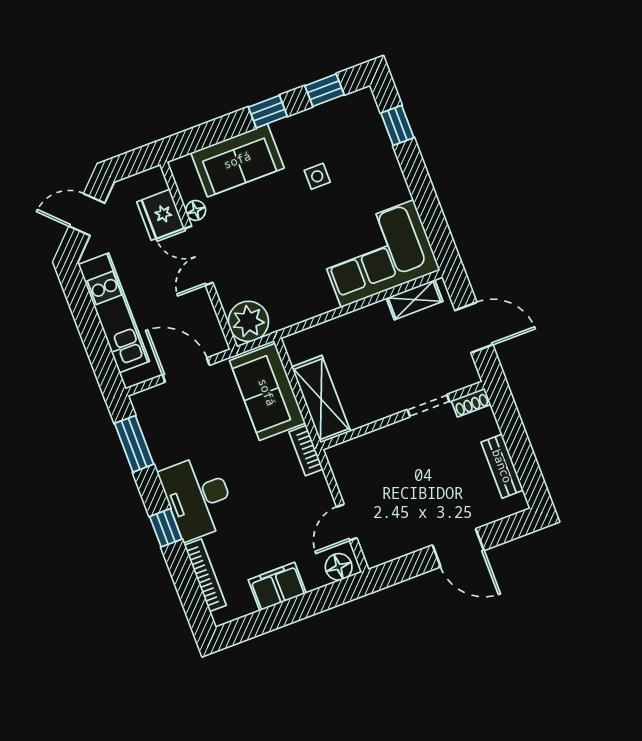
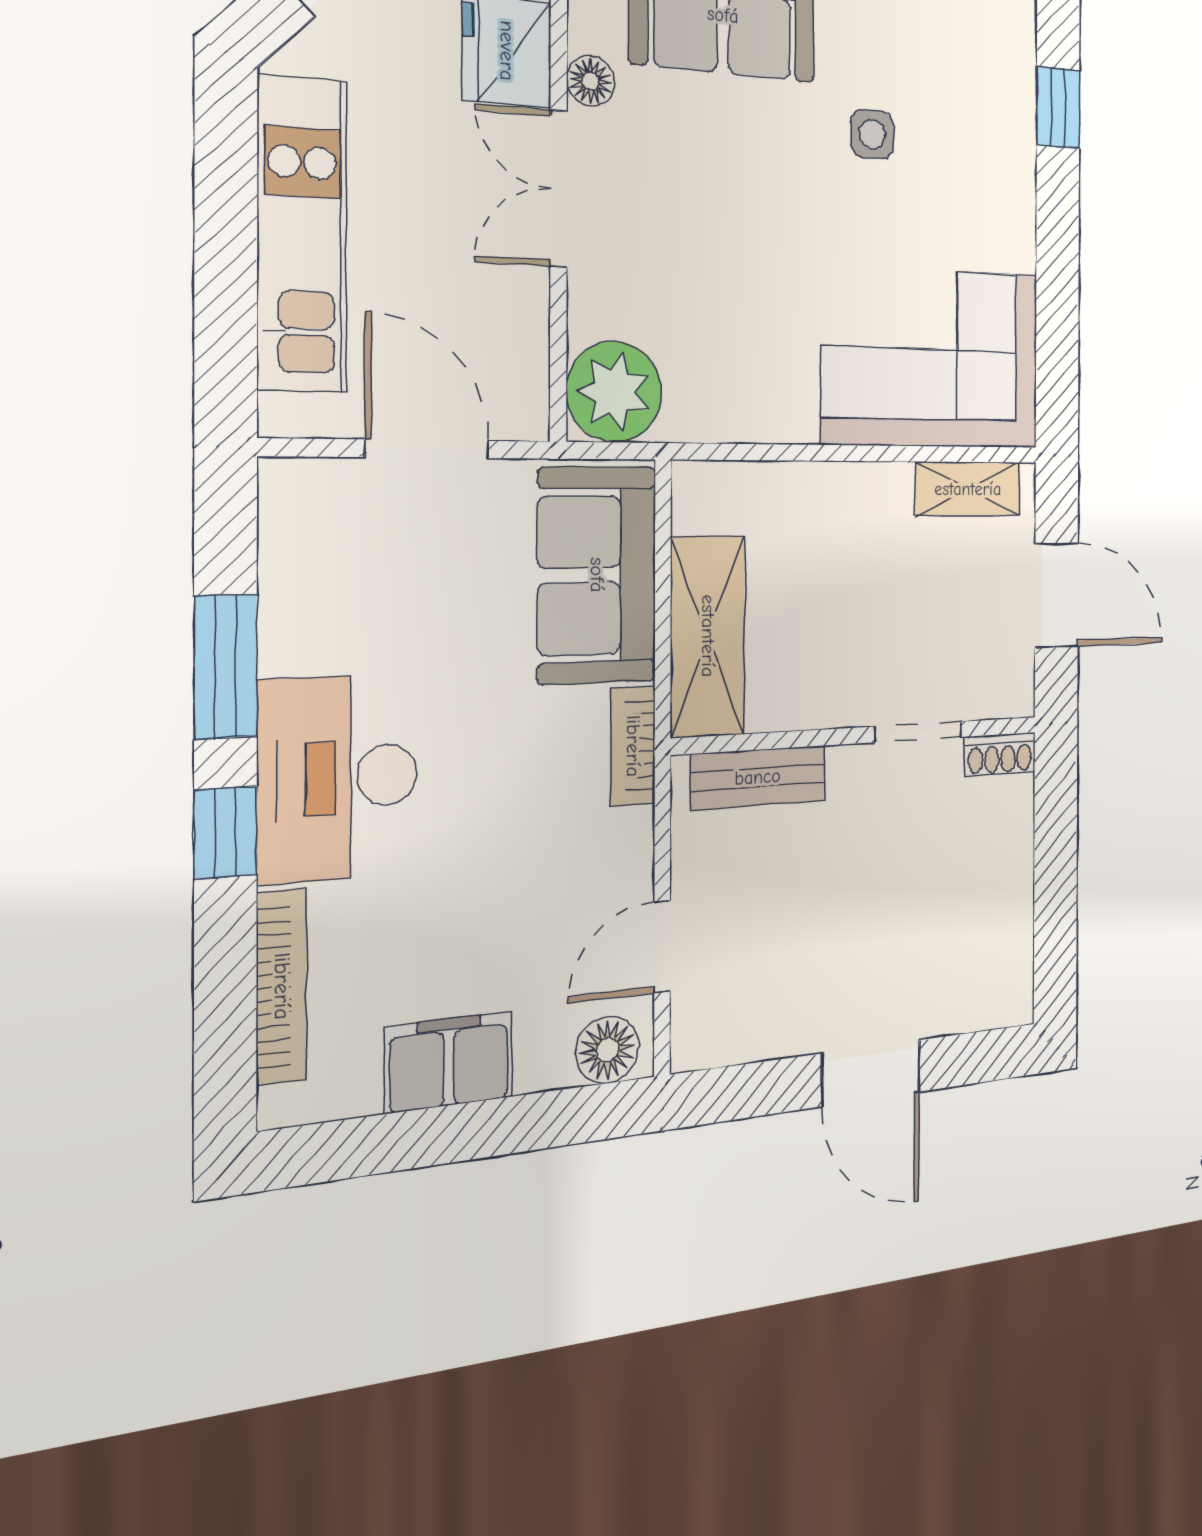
window: (134, 444) -> (226, 666), moved
bench: (502, 466) -> (758, 777), moved, turned 90

